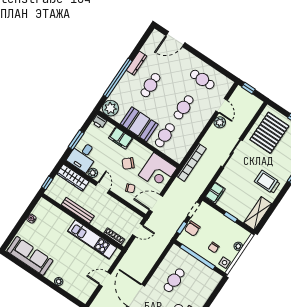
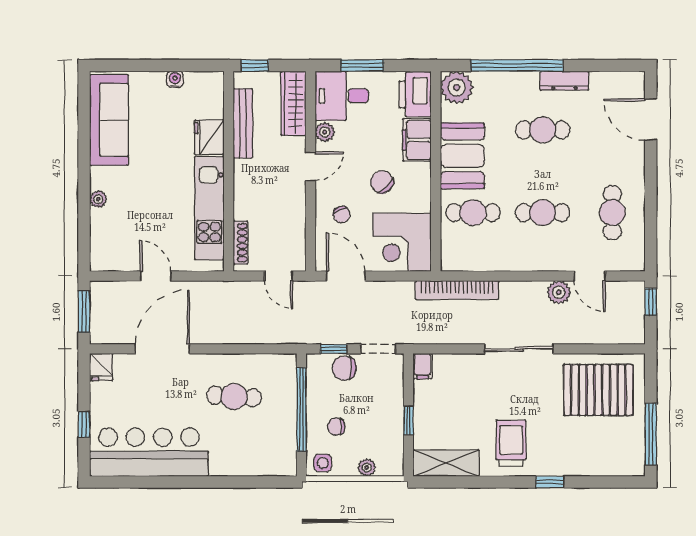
door: (222, 106) -> (590, 276), hinge flipped
printer: (99, 122) -> (415, 95), width x1.87, depth x1.48
filing cabinet: (215, 193) -> (422, 366), width x0.50
bench: (78, 210) -> (243, 123), moved
fridge: (64, 220) -> (209, 137), added

